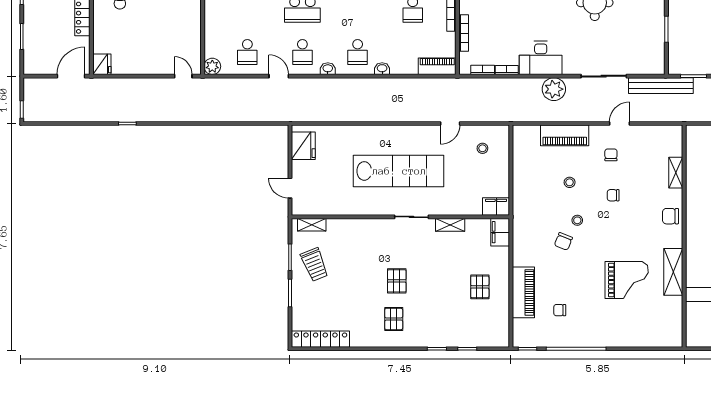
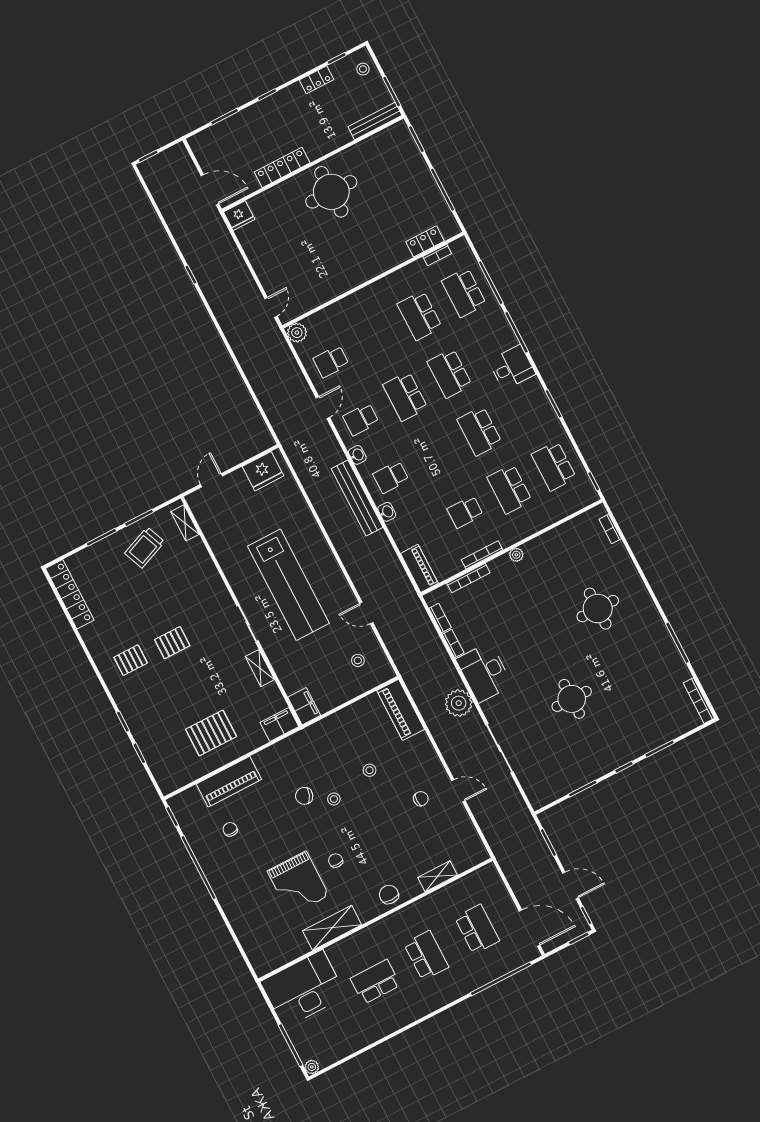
bench: (661, 86) -> (357, 498), moved
piano: (565, 135) -> (401, 710), moved
chair: (613, 195) -> (336, 861), moved
pallet: (480, 287) -> (211, 733), width x1.50, depth x1.42

